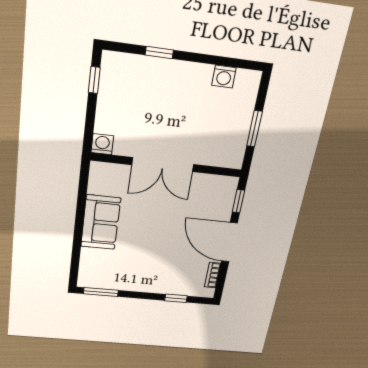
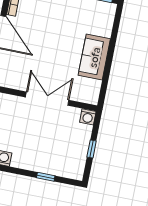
window: (94, 80) -> (92, 149), moved

